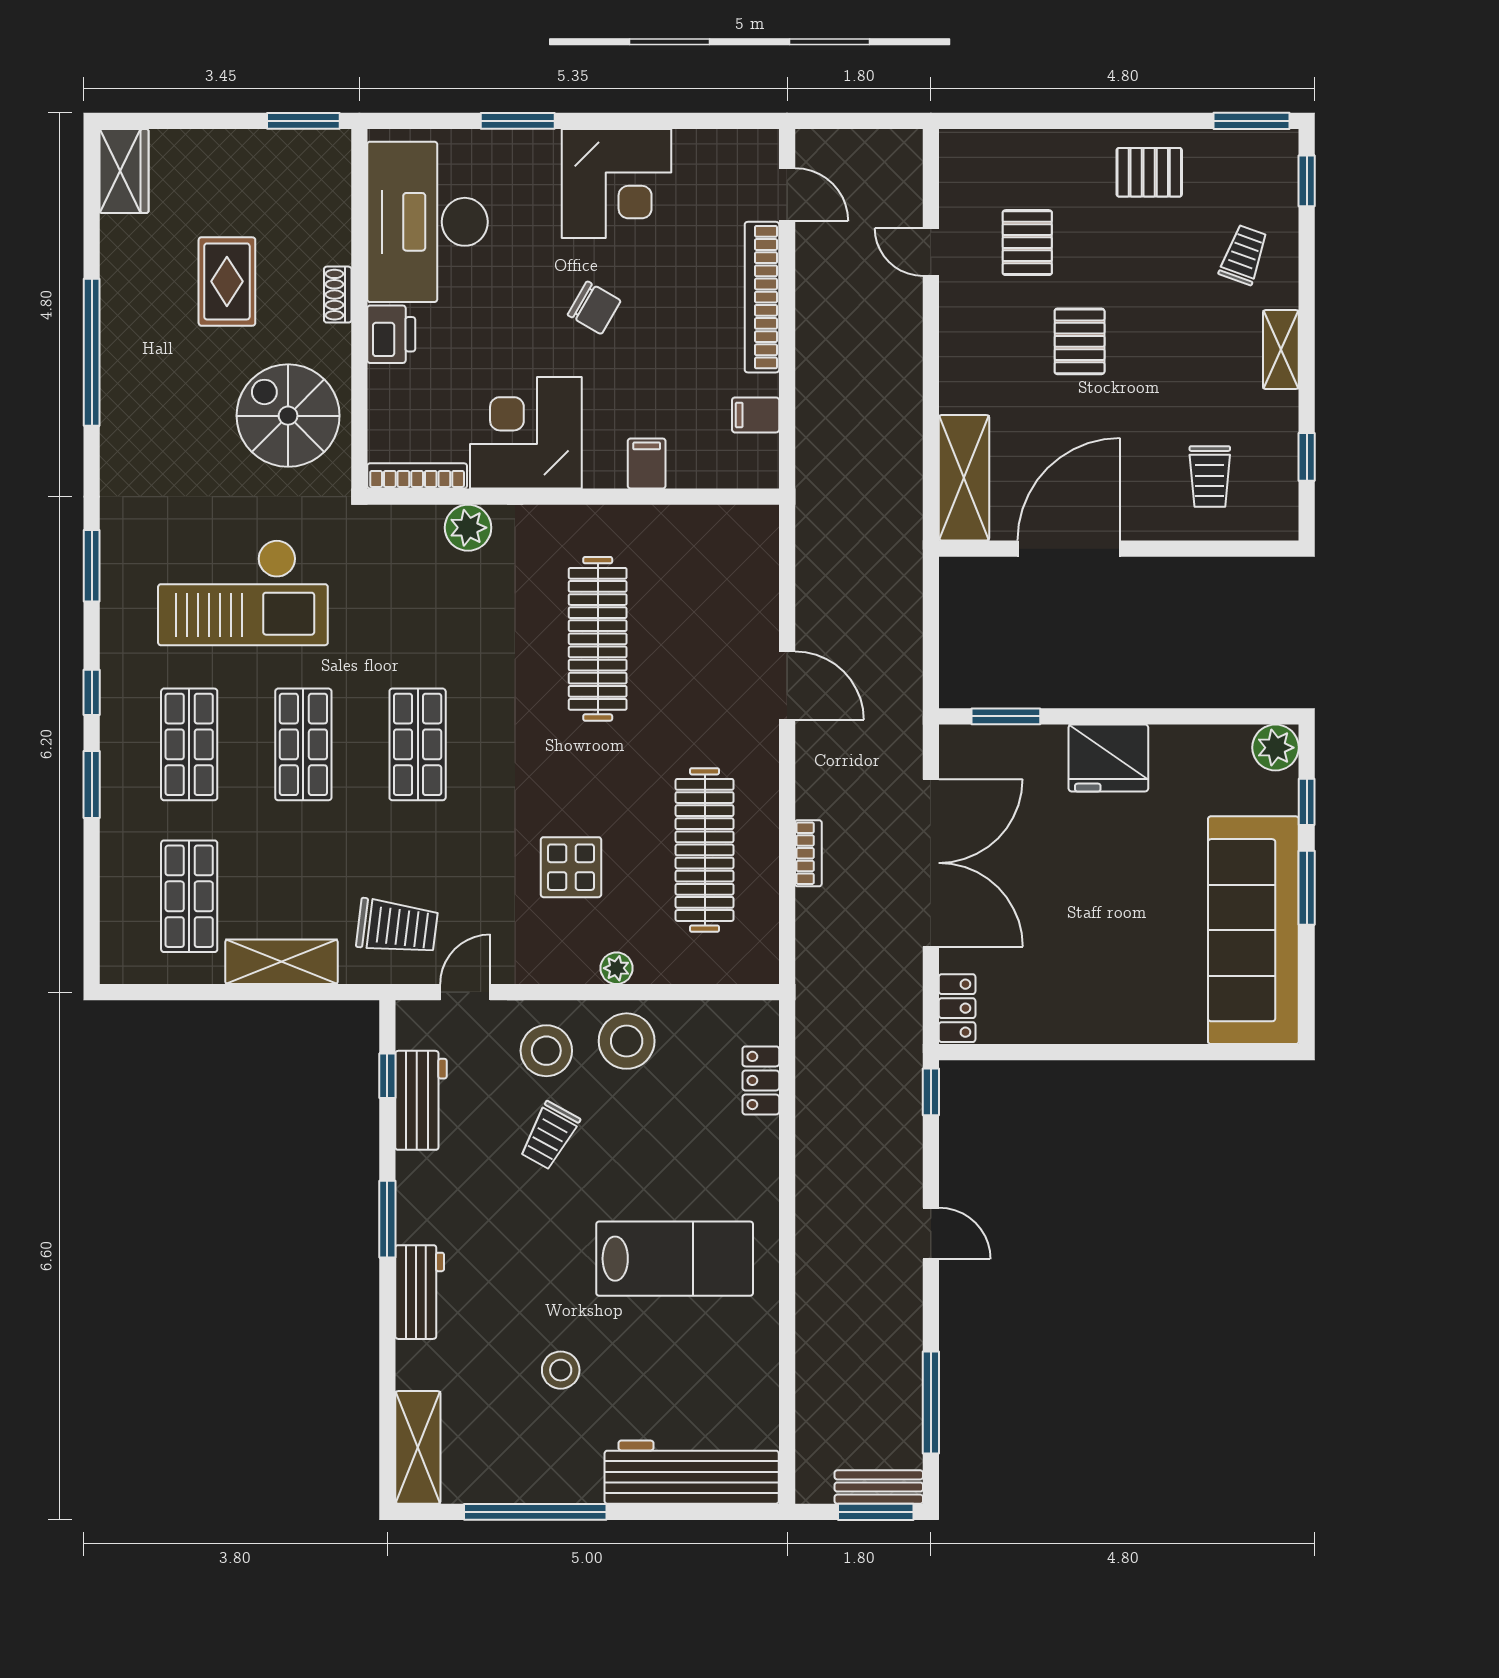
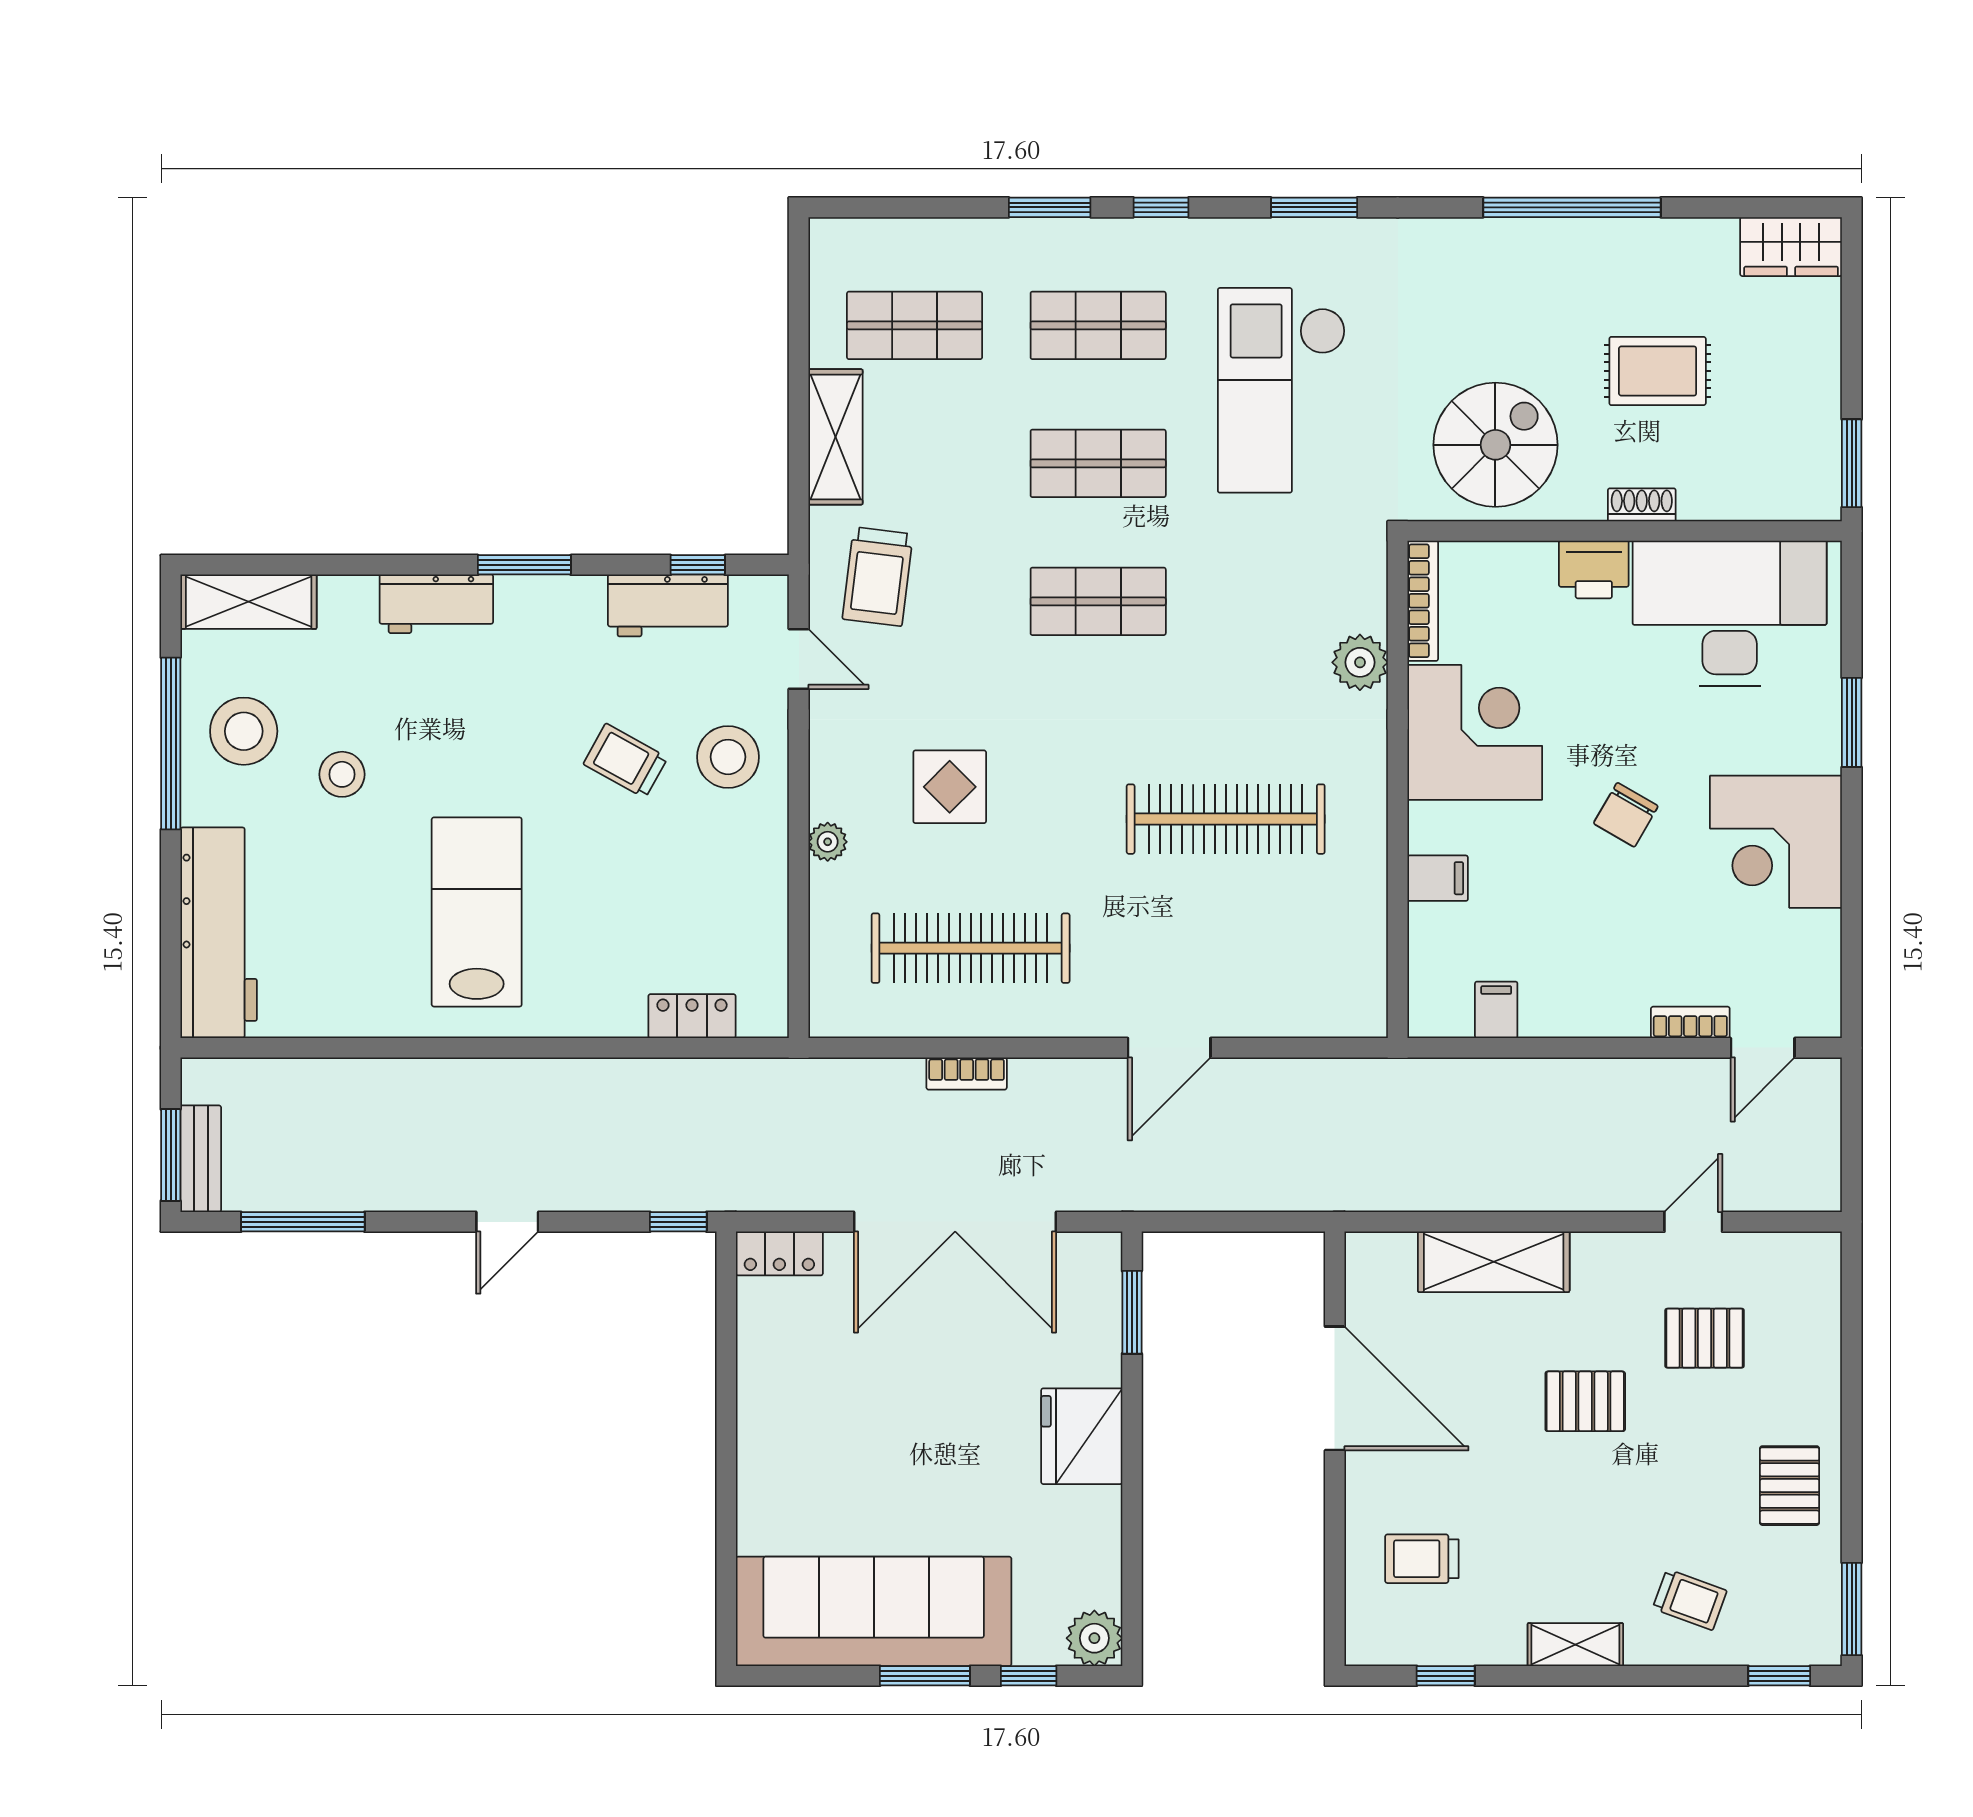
bookcase: (762, 297) -> (1690, 1022), width x0.43, depth x0.76
shelving: (964, 478) -> (1494, 1262), moved
stool: (627, 1041) -> (244, 731), moved
lab bench: (675, 1259) -> (477, 912), turned 180

